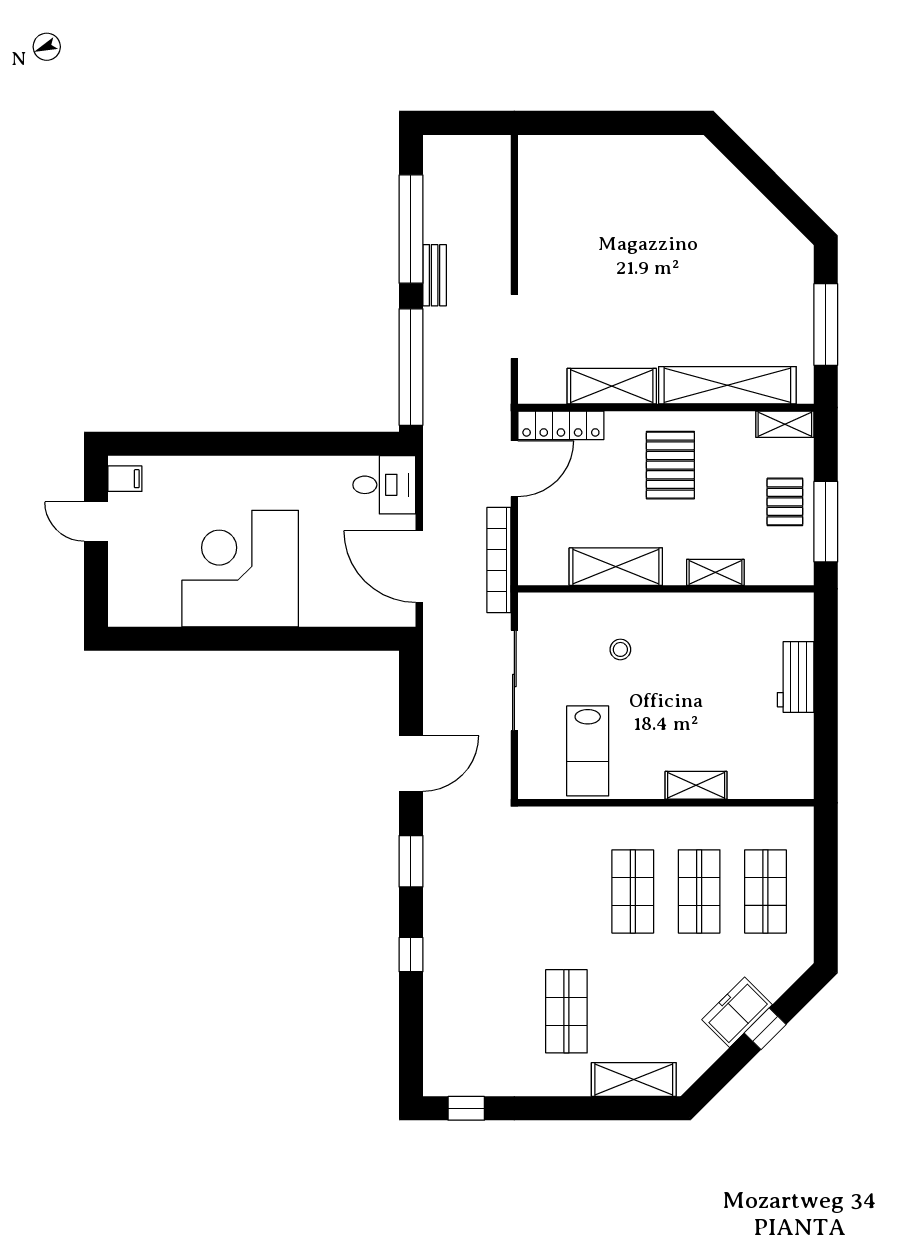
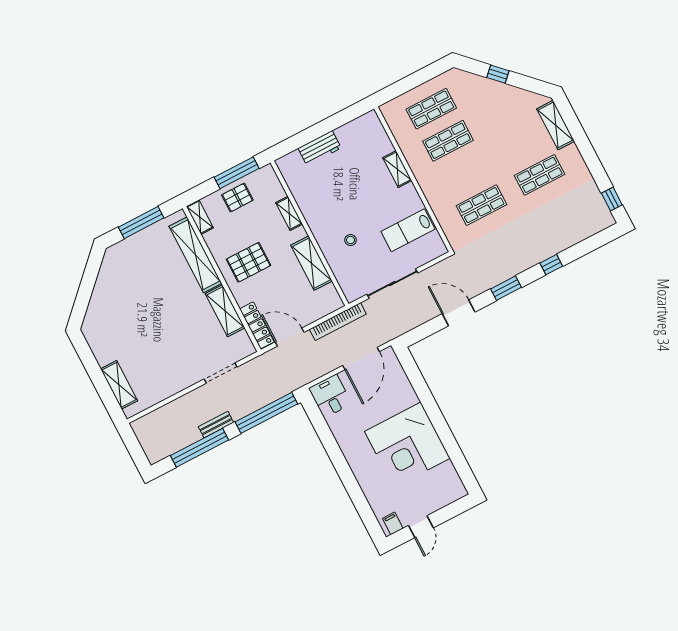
shelving: (581, 151) -> (119, 385), added
lab bench: (588, 751) -> (408, 230), turned 180
shop shelf: (633, 891) -> (481, 205), moved
freezer: (737, 1012) -> (497, 92), removed

